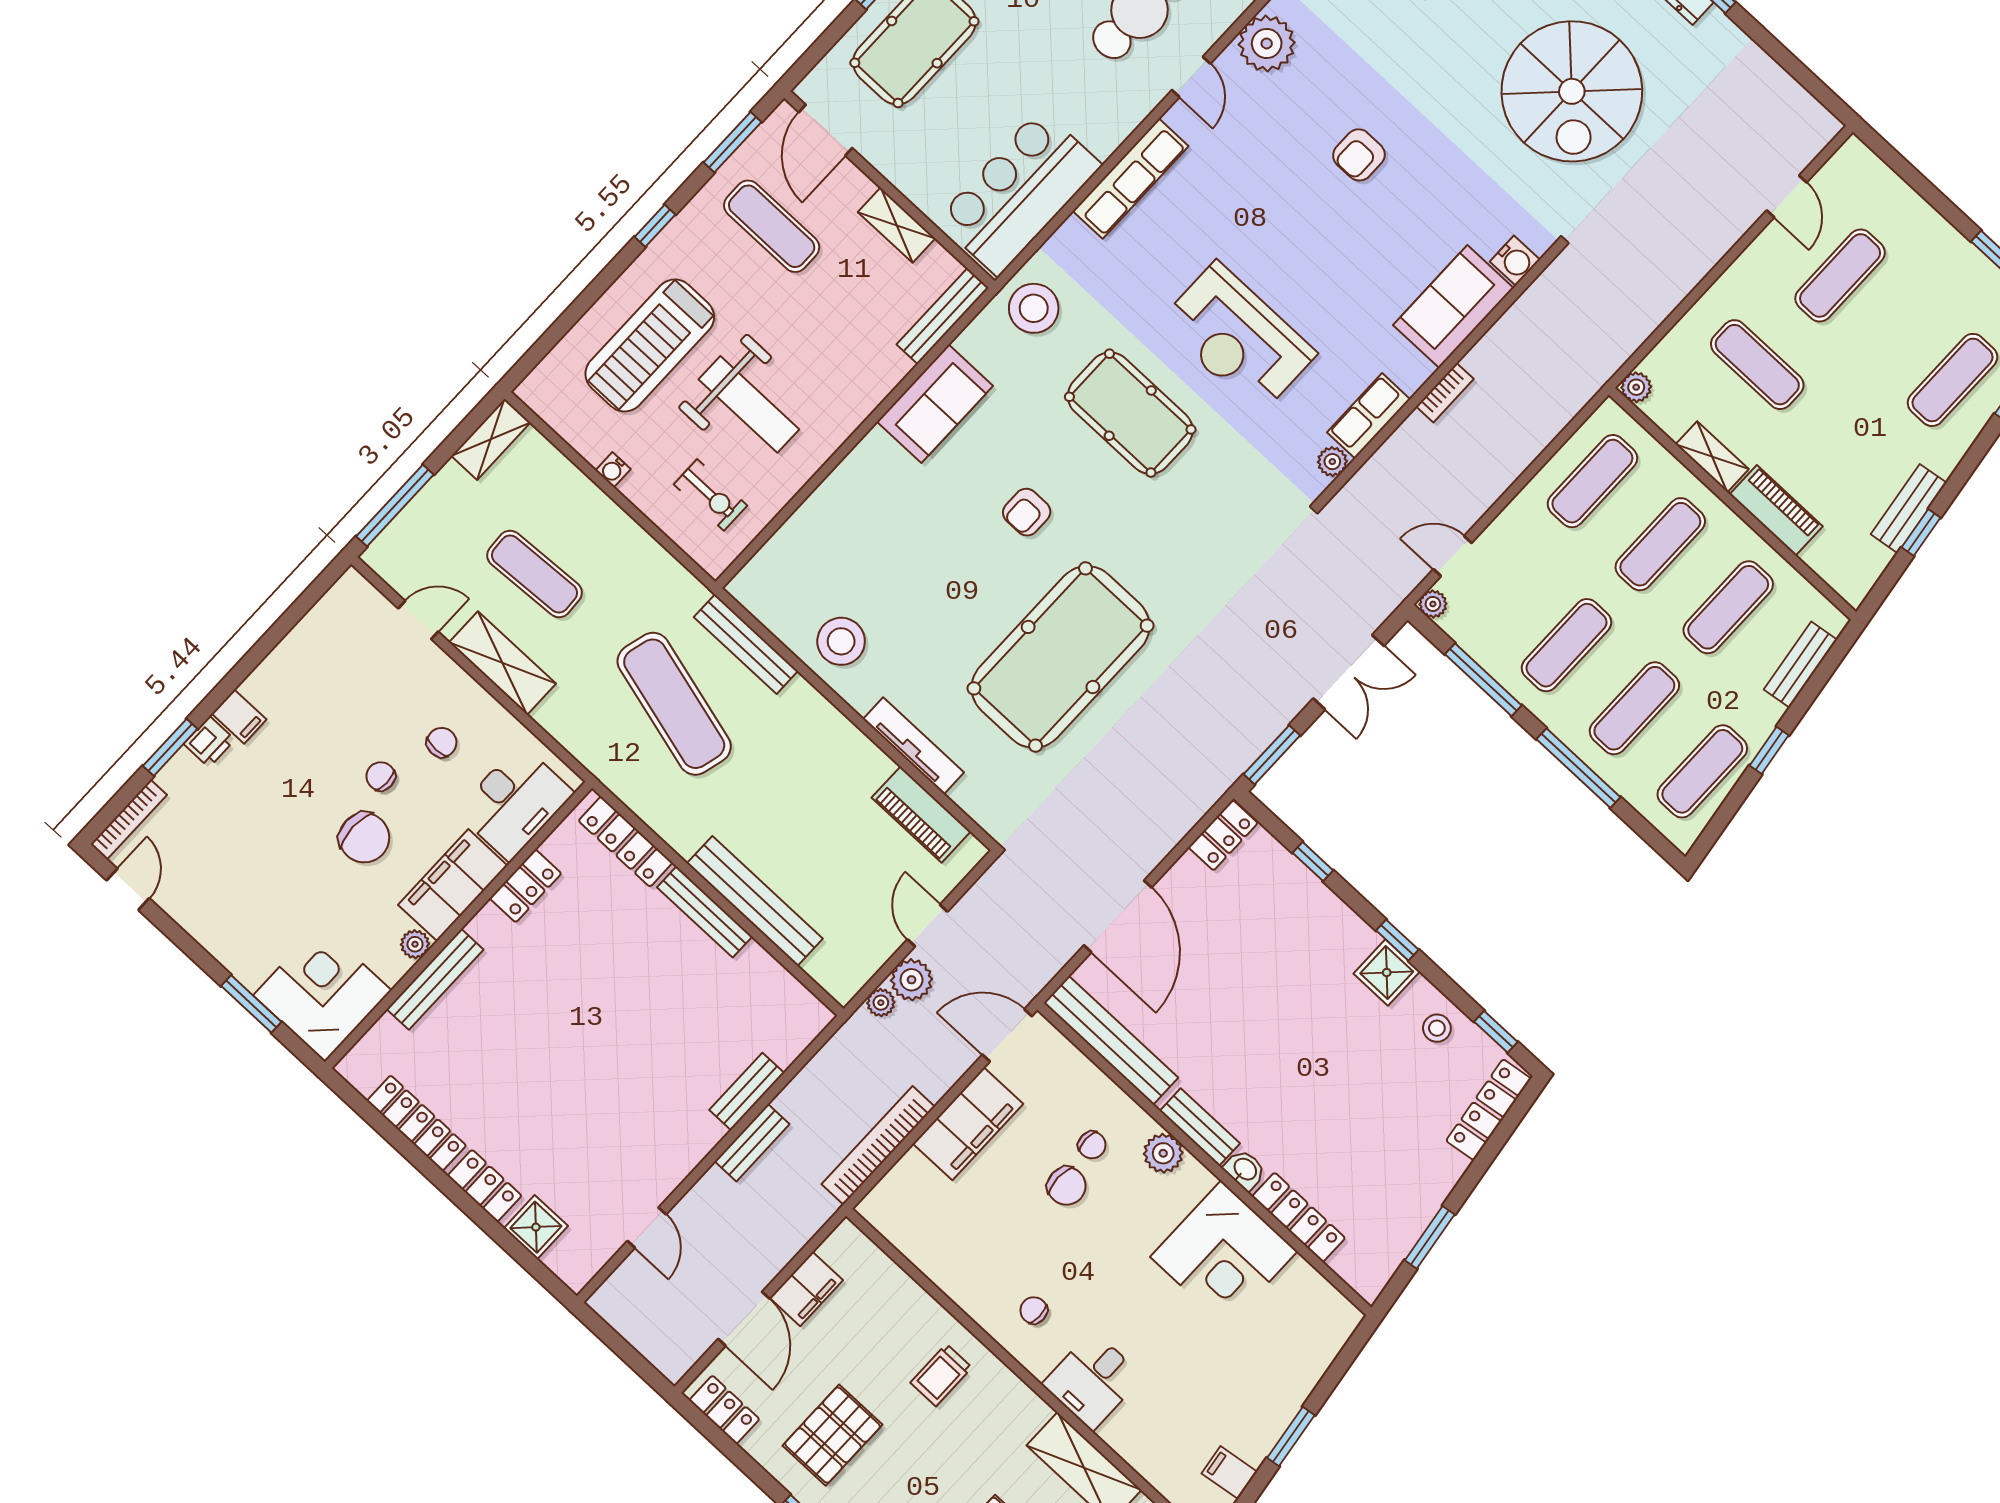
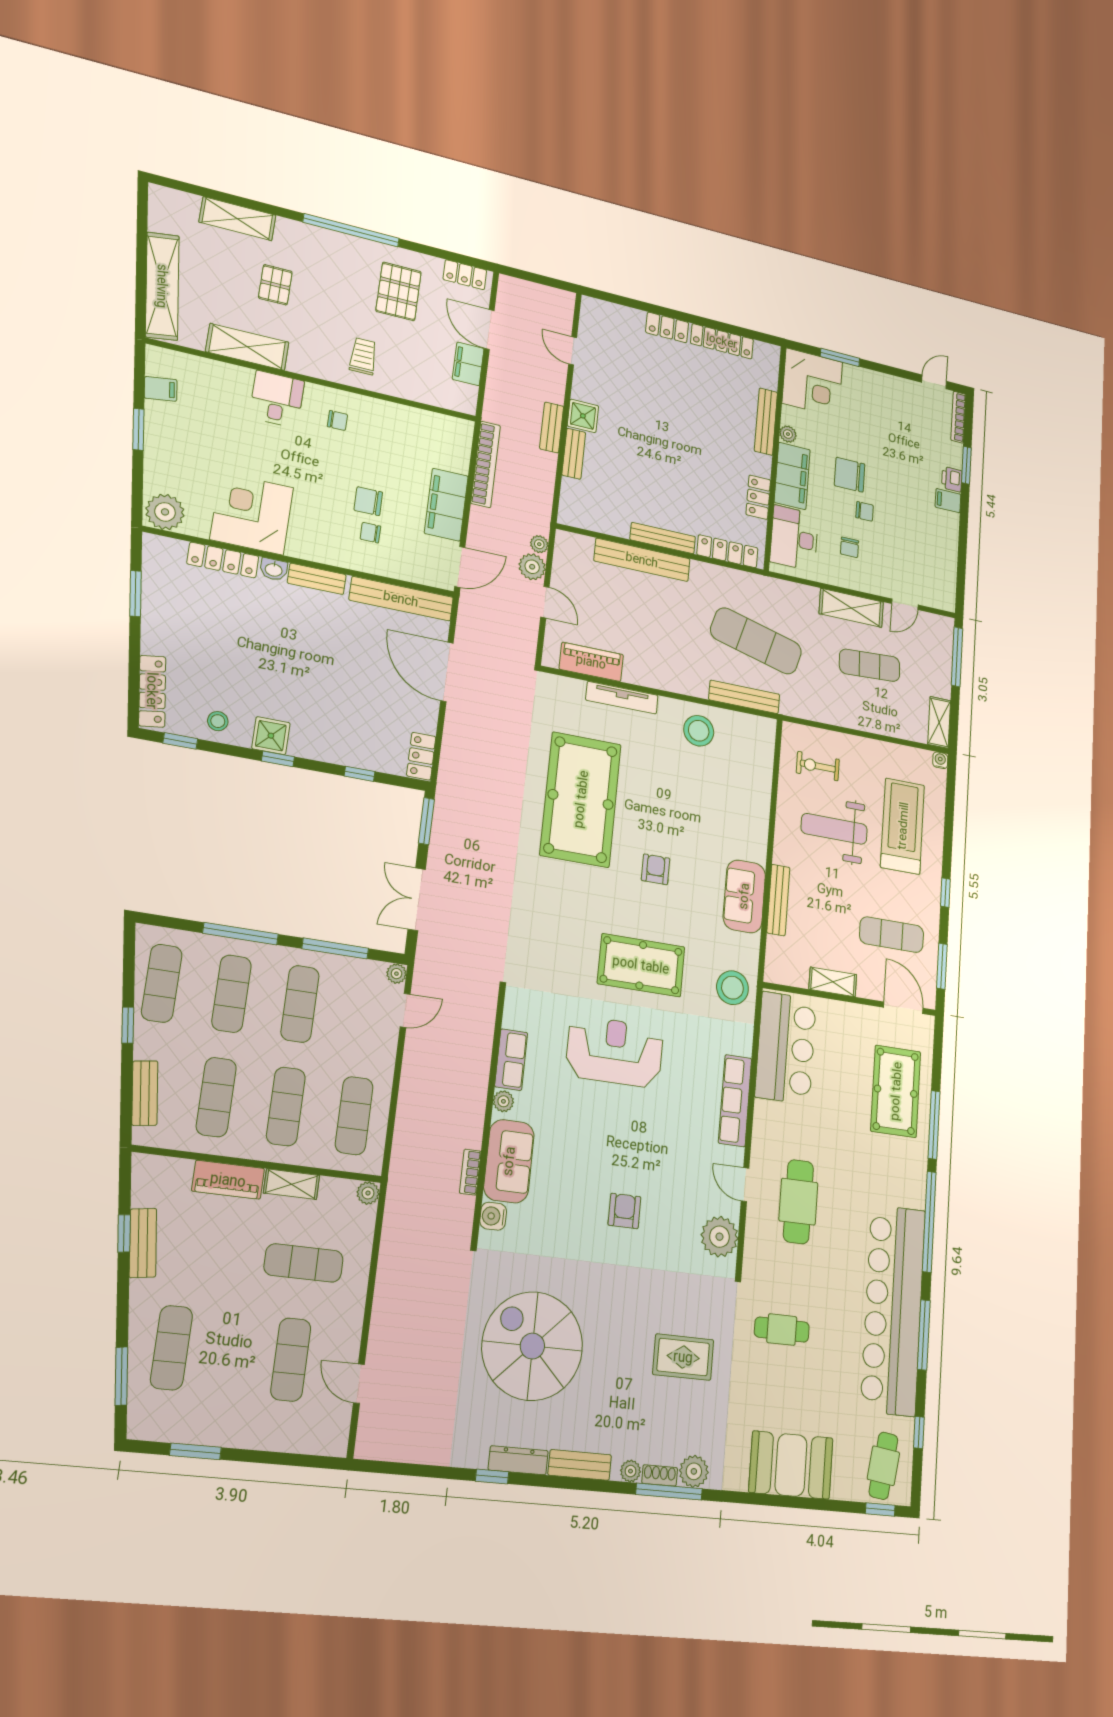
bench: (943, 316) -> (778, 900), moved
bookcase: (1445, 393) -> (470, 1172), moved
plant: (1332, 462) -> (503, 1101), moved
water cooler: (613, 470) -> (940, 760), moved
door: (128, 889) -> (934, 382), swing flipped
plant: (1163, 1153) -> (165, 512), moved, width x1.36, depth x1.36
shower: (536, 1227) -> (583, 416), moved

